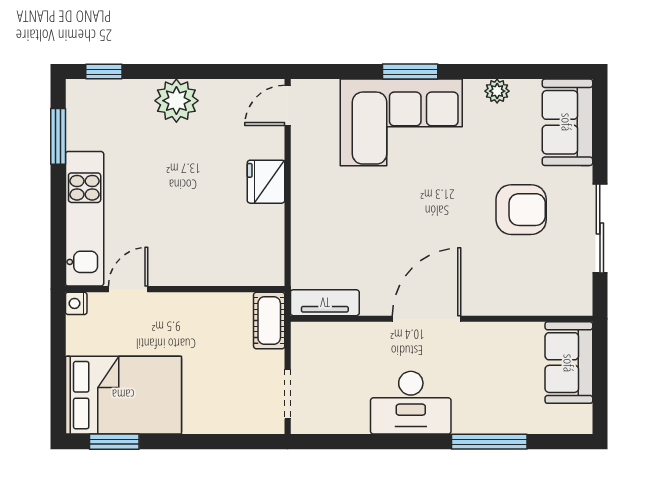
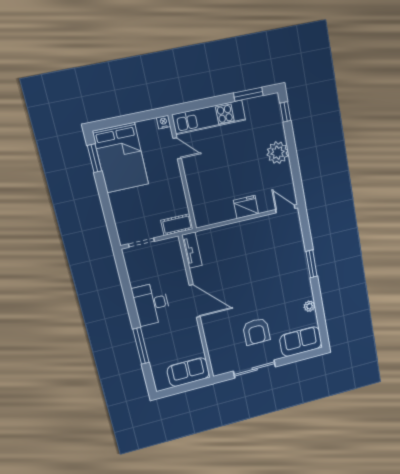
corner sofa: (401, 122) -> (287, 266), removed

